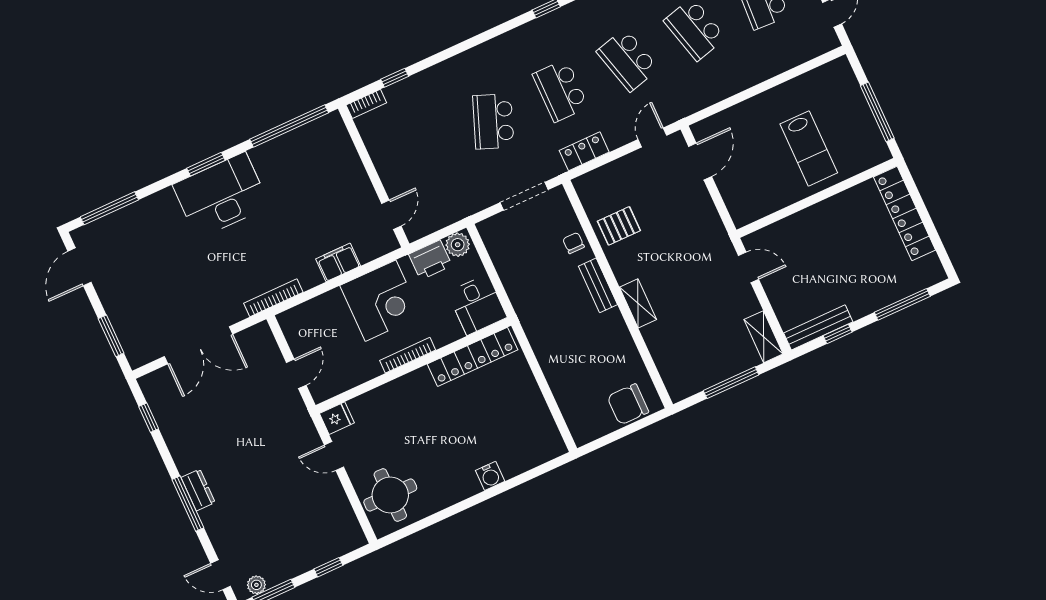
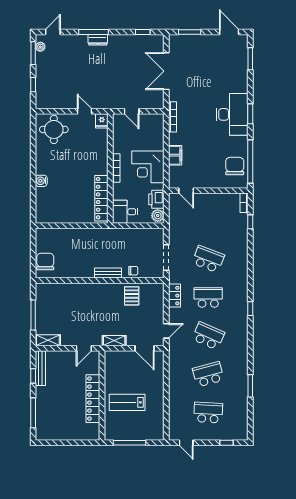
school desk: (628, 60) -> (208, 336), turned 39
door: (652, 137) -> (166, 331), hinge flipped
chair: (309, 149) -> (235, 166), added
window: (109, 208) -> (250, 59), width x0.69
locker: (904, 213) -> (93, 399), moved, turned -90
shelving: (638, 303) -> (114, 341), moved
door: (334, 456) -> (85, 111), hinge flipped

